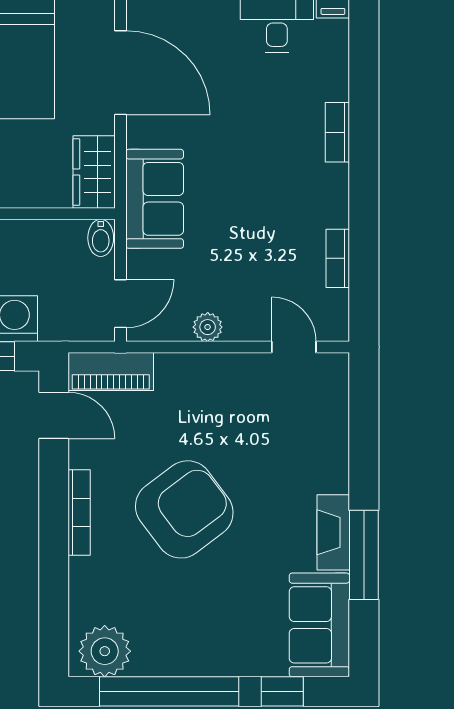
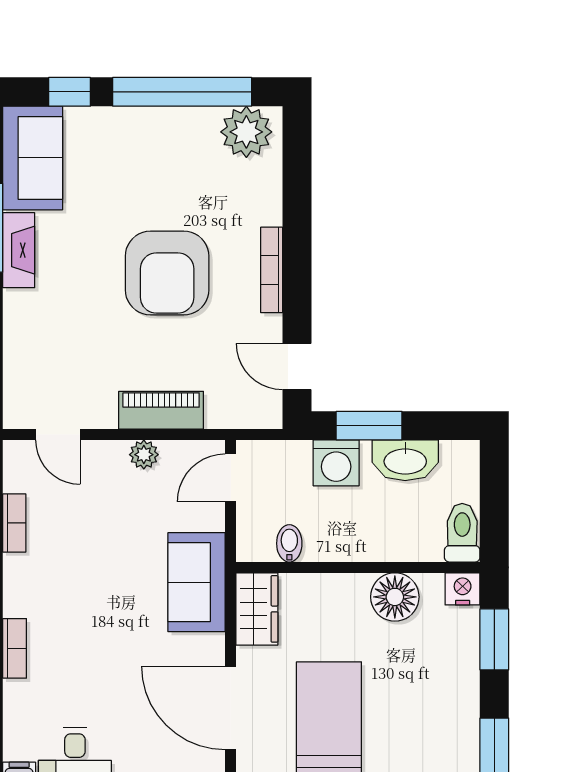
bidet: (101, 238) -> (289, 543), moved
piano: (111, 372) -> (161, 410), moved
armchair: (184, 509) -> (167, 273), turned -53

